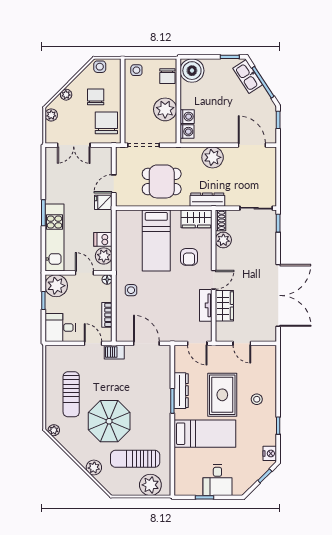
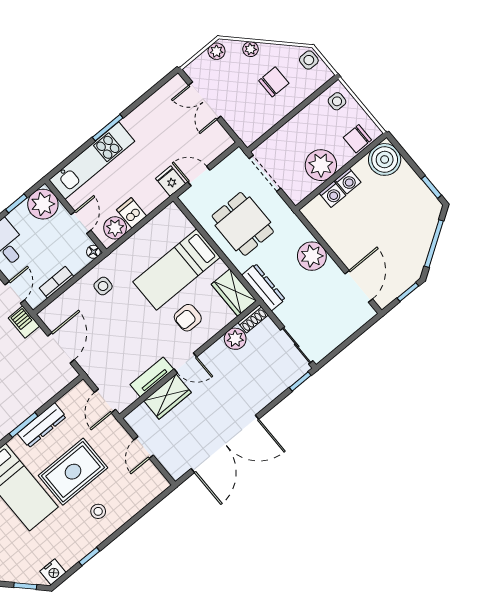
kitchen sink: (248, 77) -> (426, 223), removed
chair: (106, 123) -> (256, 116), removed
washing machine: (187, 132) -> (348, 181), moved

